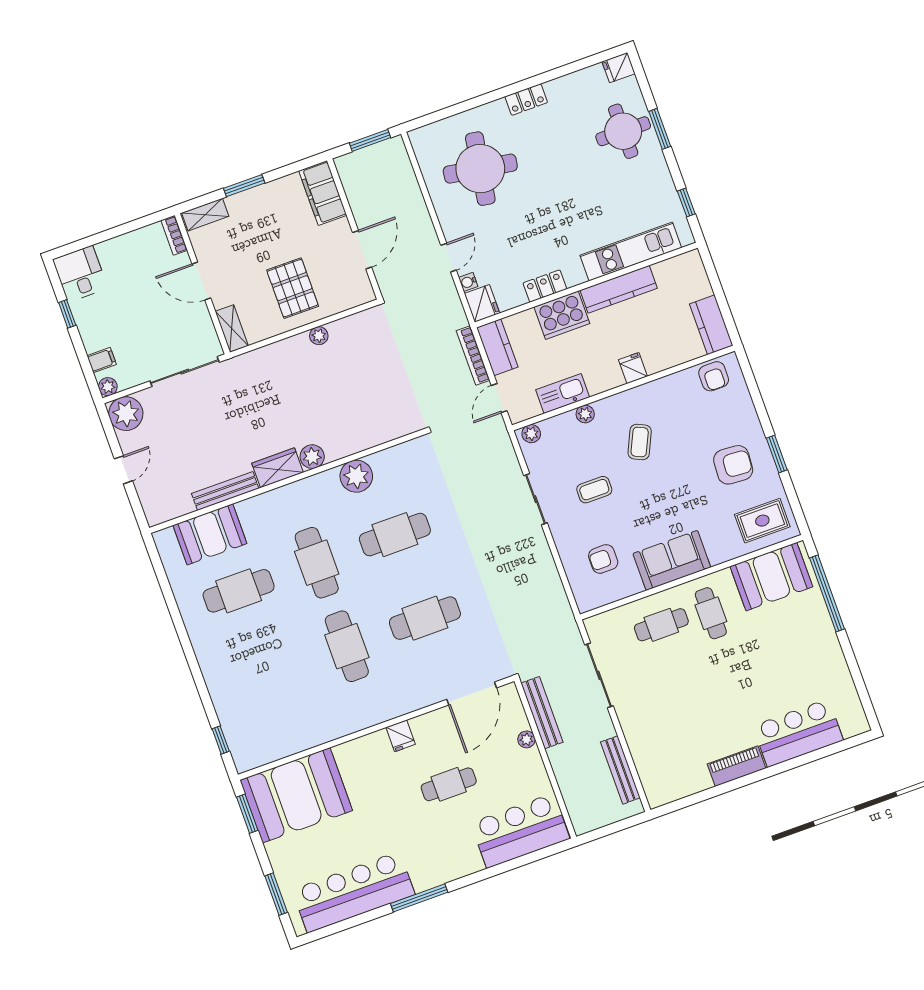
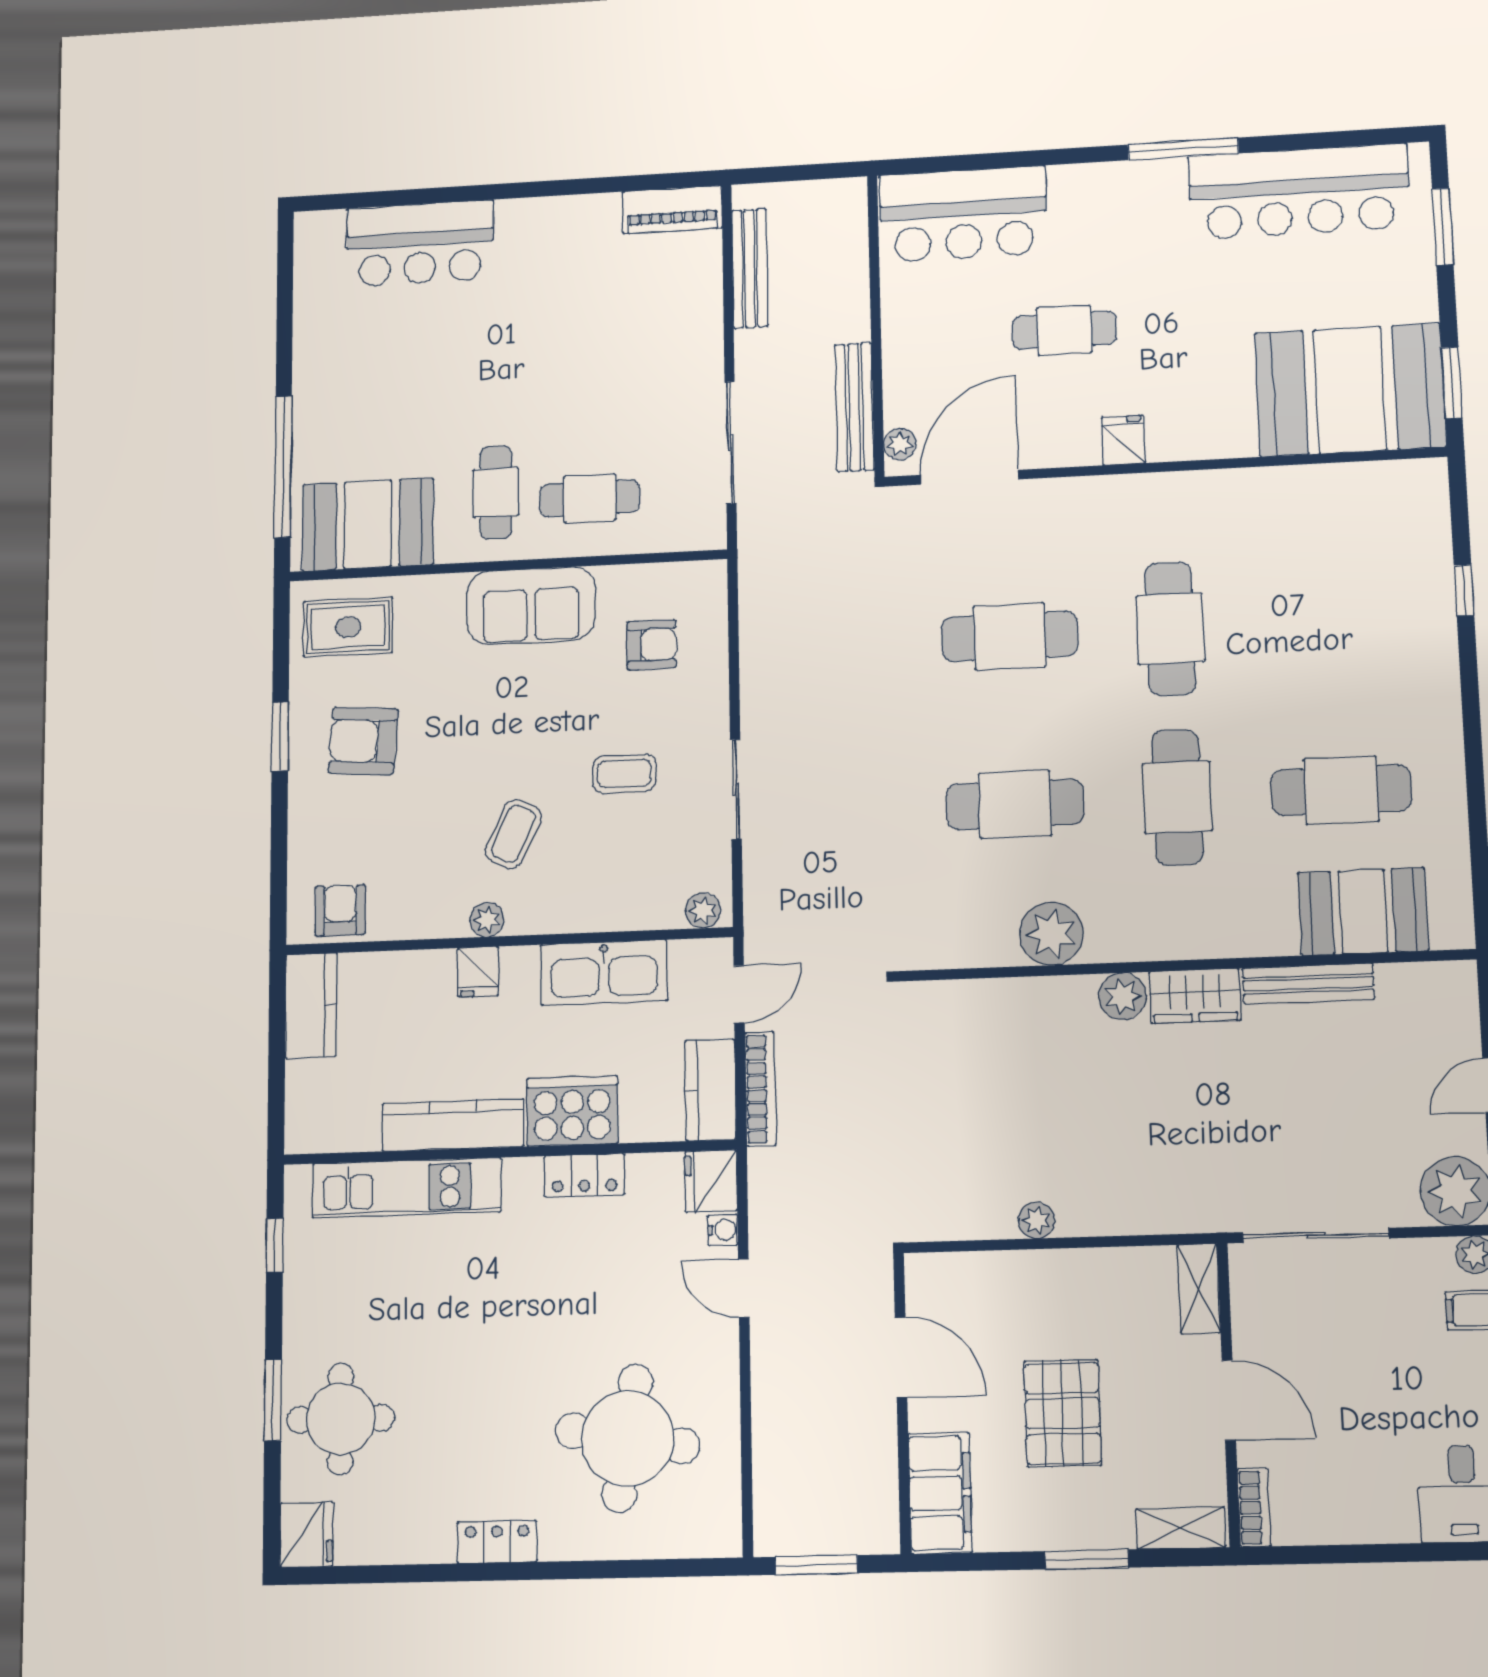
fridge: (619, 68) -> (306, 1535), width x1.38
door: (362, 250) -> (901, 1358), swing flipped
door: (449, 258) -> (744, 1288), hinge flipped
pallet: (293, 288) -> (1063, 1413), moved
kitchen sink: (563, 393) -> (604, 973), width x1.36, depth x1.24
plant: (585, 414) -> (487, 920), moved
plant: (526, 739) -> (900, 444), moved
window: (221, 740) -> (1464, 590), moved
piano: (737, 766) -> (672, 210), moved

